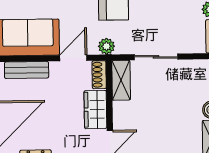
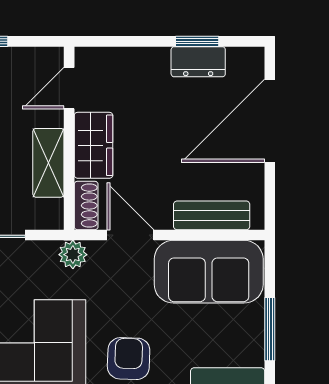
door: (73, 58) -> (130, 235), swing flipped
shelving: (121, 80) -> (48, 163), moved

